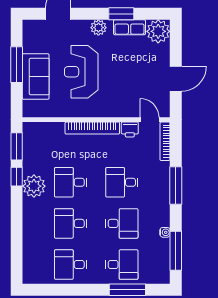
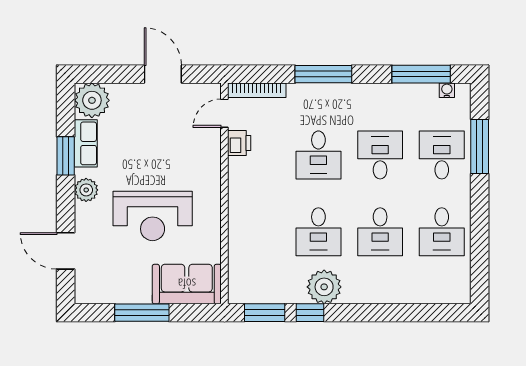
sofa: (36, 77) -> (187, 284), moved
bookcase: (92, 128) -> (237, 199), removed
water cooler: (165, 232) -> (447, 90), moved

